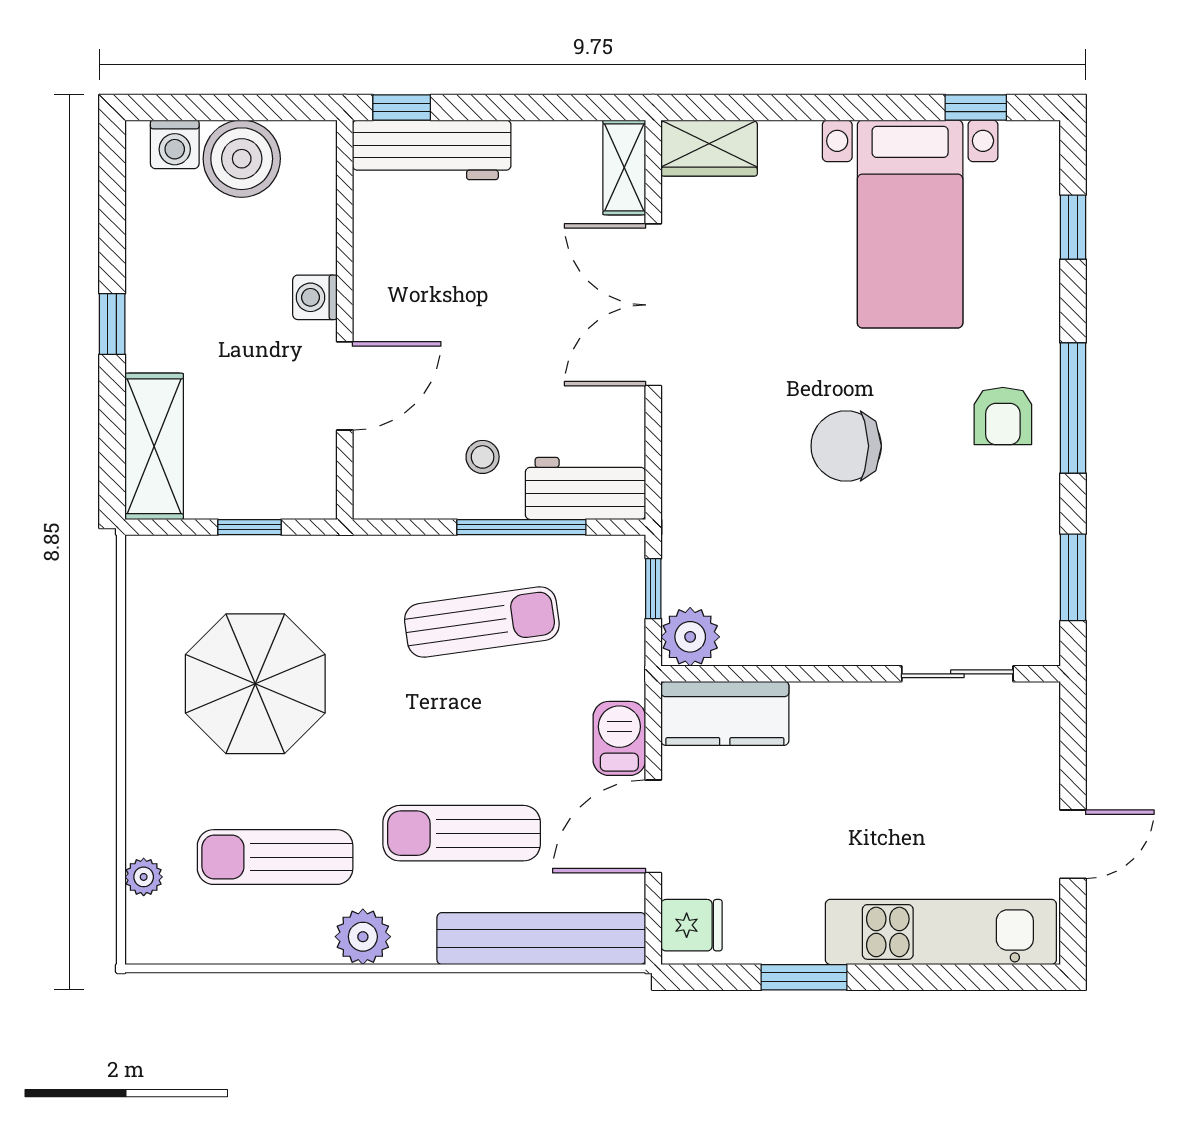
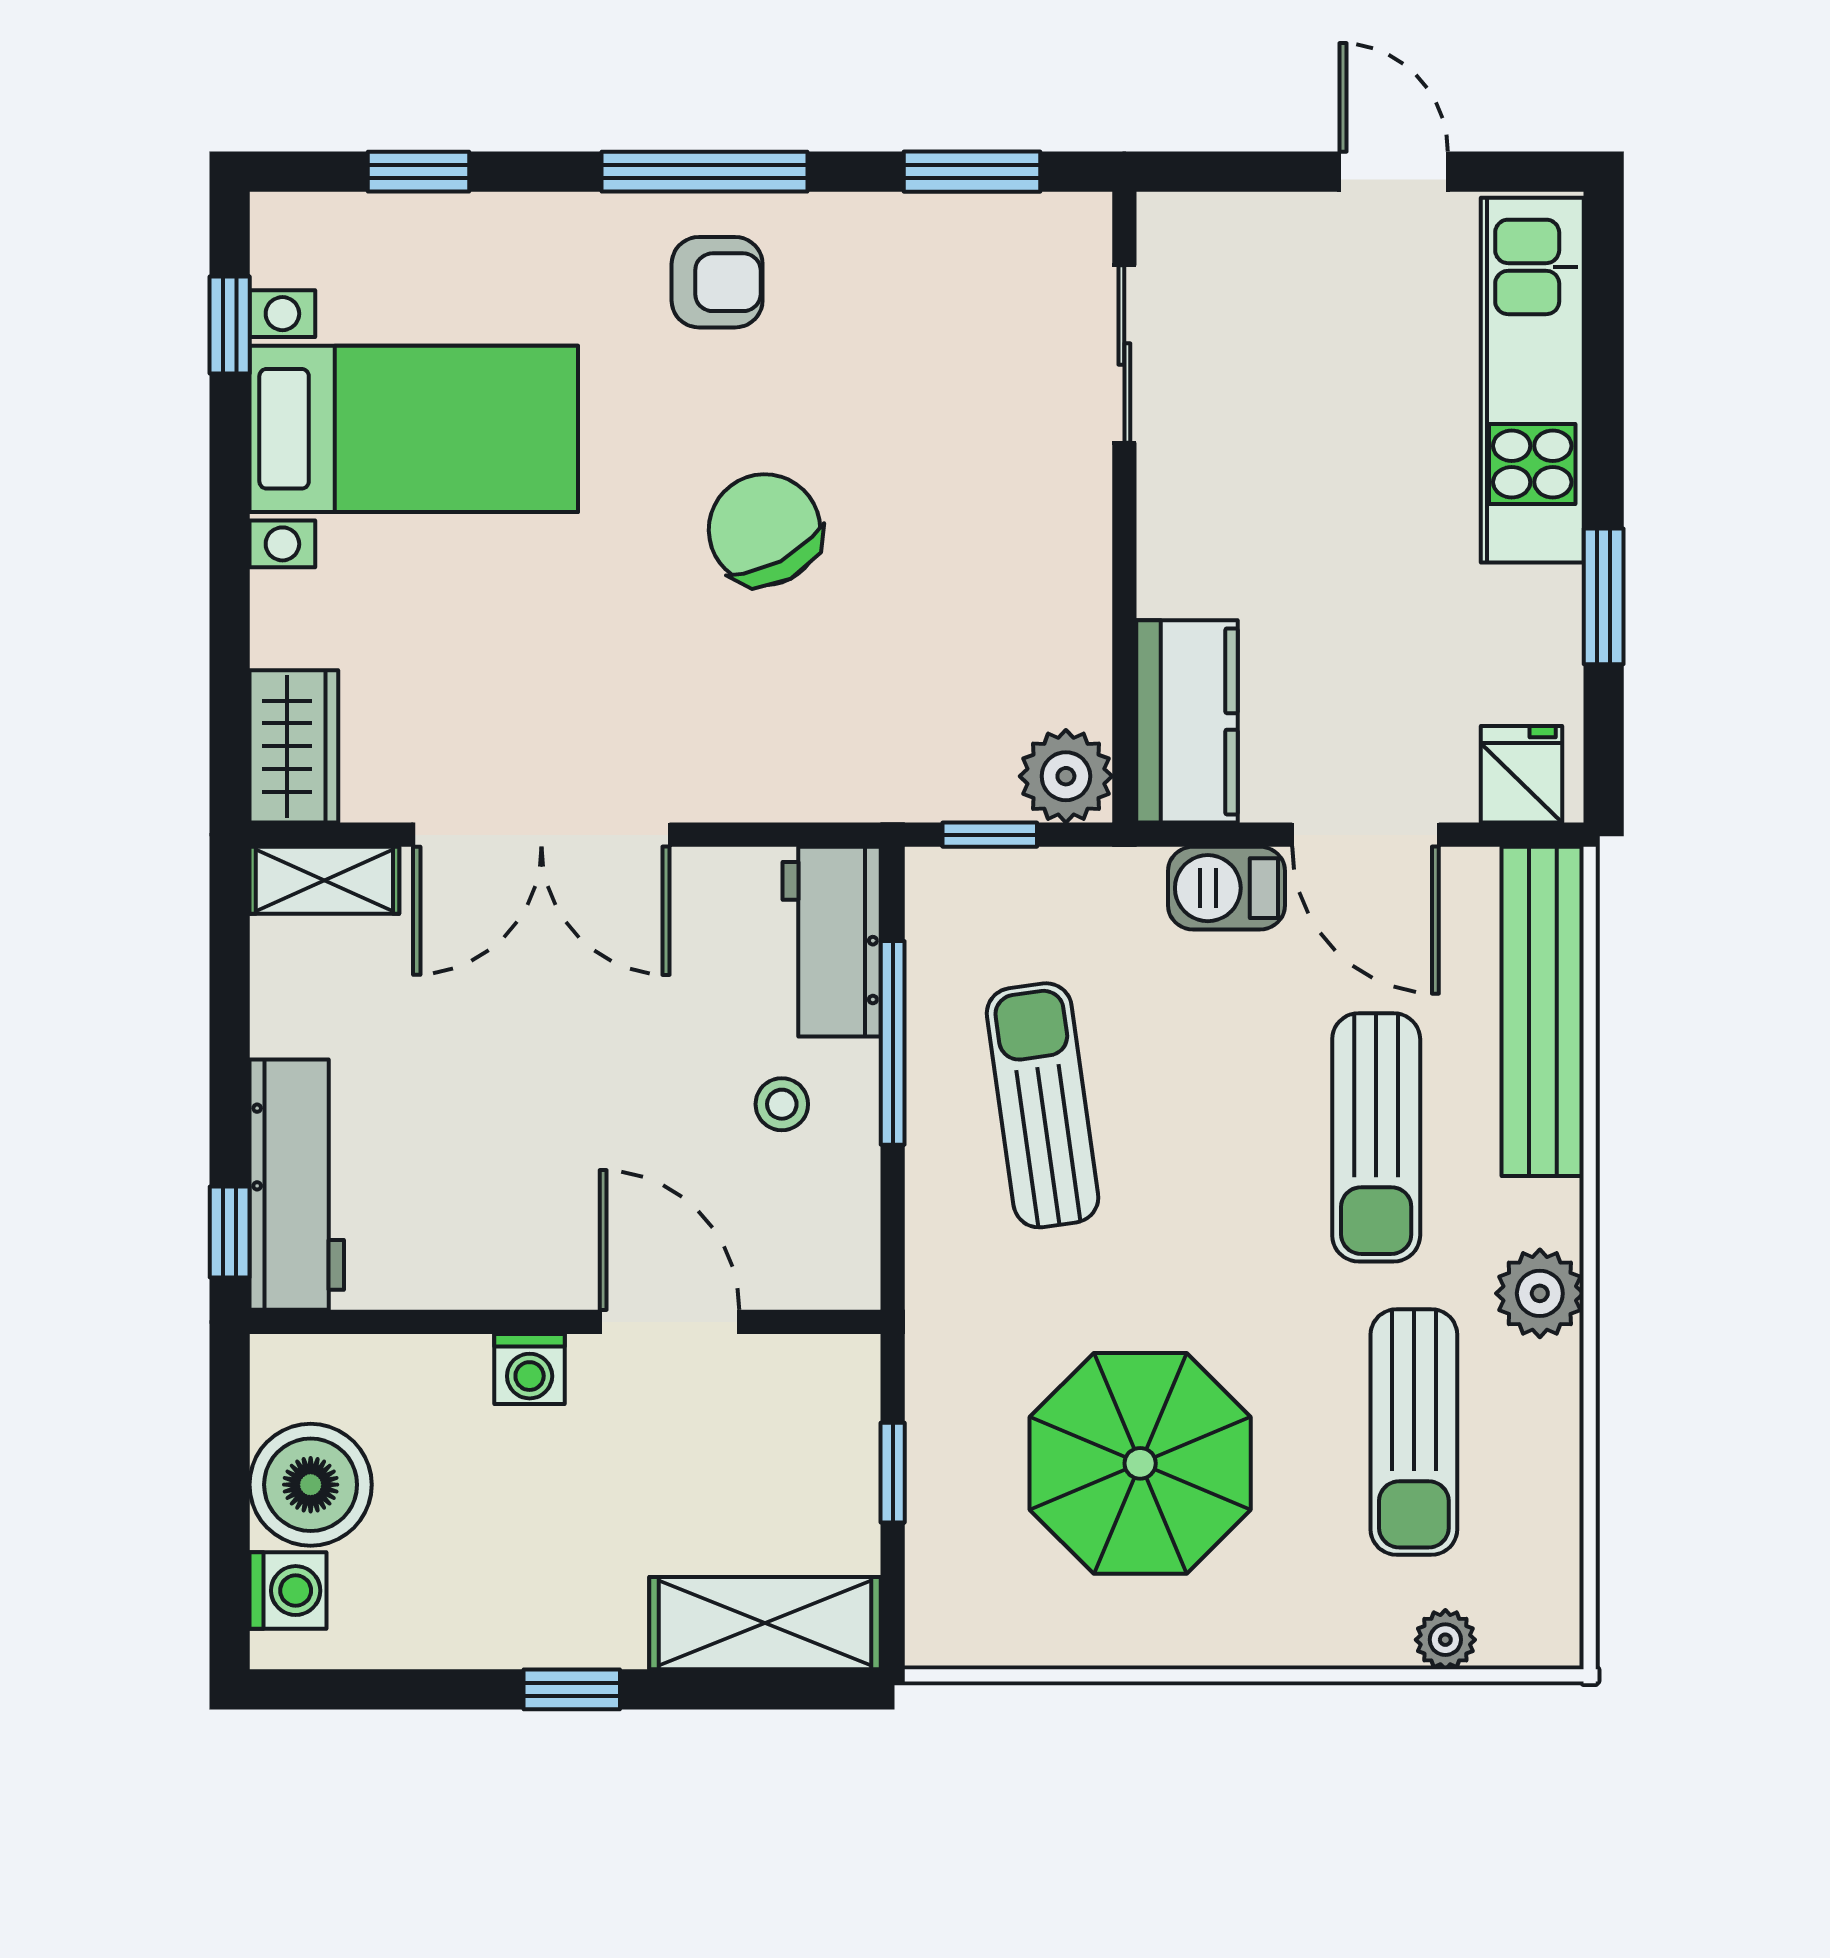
chair: (846, 446) -> (765, 530), turned 152

